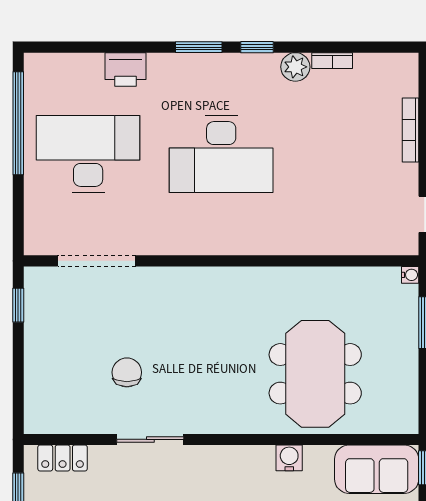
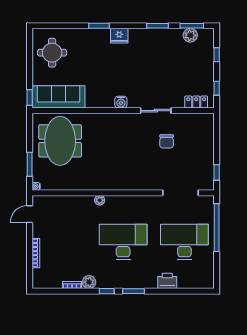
window: (18, 123) -> (217, 228), moved
desk: (88, 154) -> (184, 242), turned 180
plant: (272, 245) -> (100, 200), added
meeting table: (315, 374) -> (60, 141), moved
water cooler: (289, 458) -> (121, 102), moved
sofa: (377, 469) -> (58, 97), width x1.36

